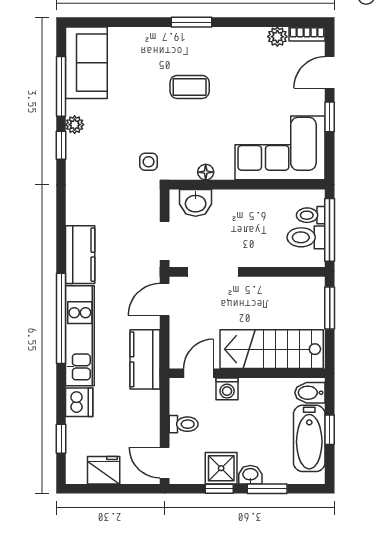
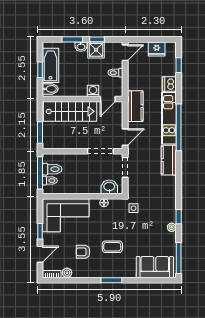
sofa: (86, 63) -> (155, 267), moved, turned 90
armchair: (246, 77) -> (83, 252), added
window: (61, 86) -> (179, 258), moved
door: (165, 463) -> (125, 53), hinge flipped

